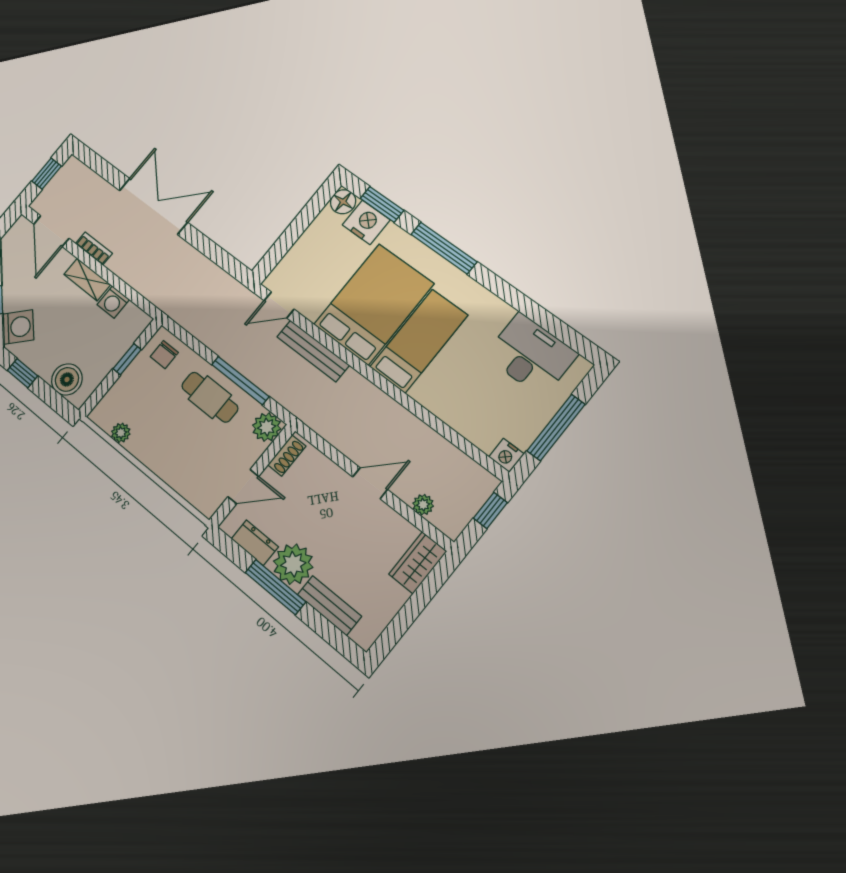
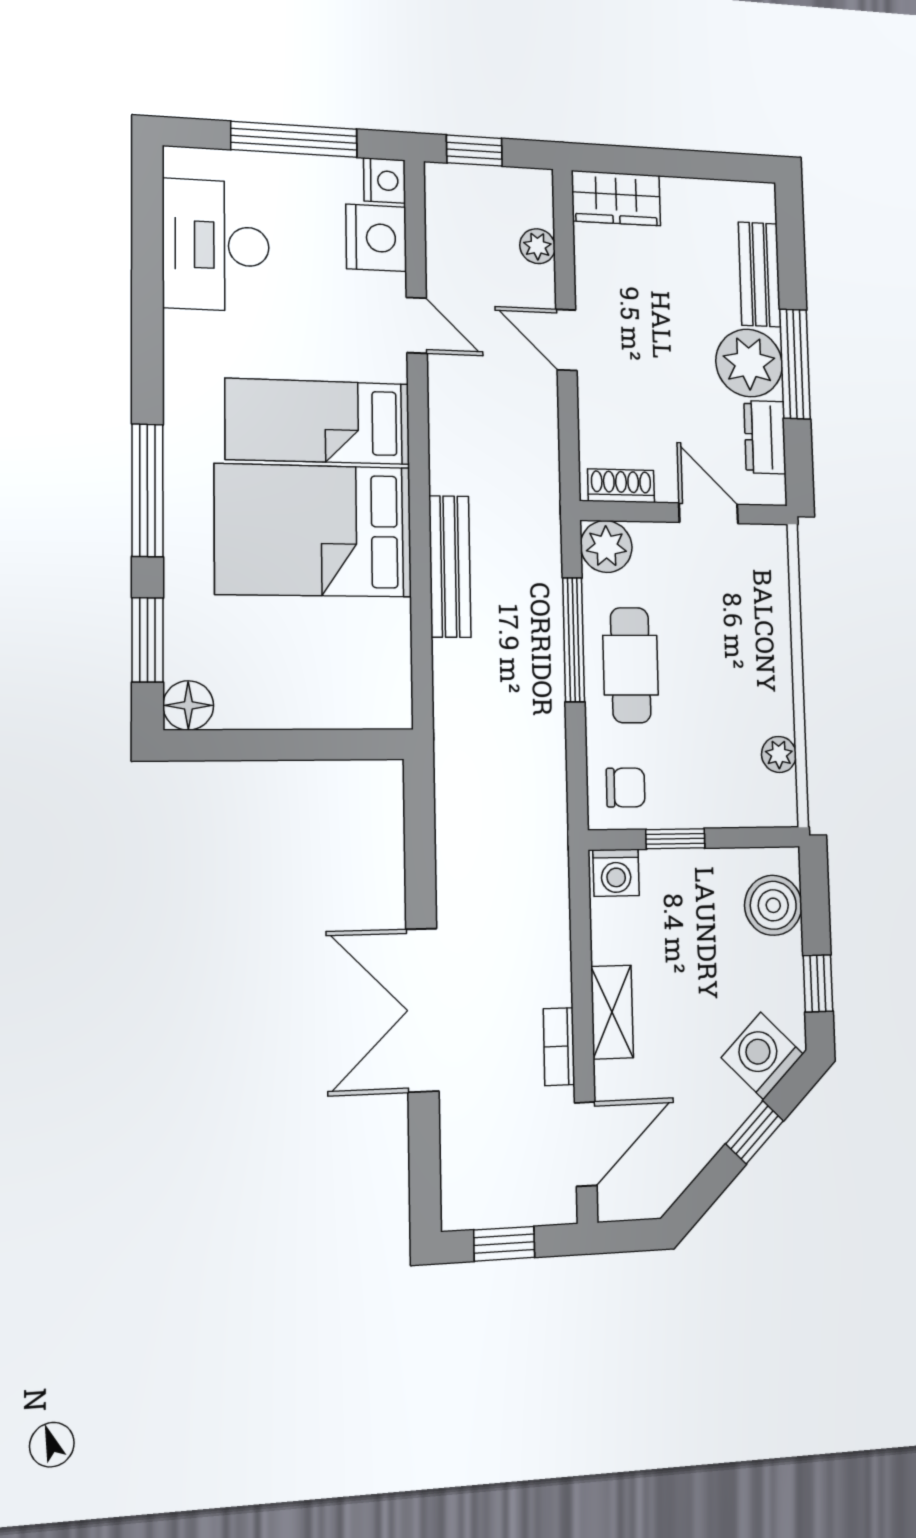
nightstand: (366, 222) -> (376, 238), moved, turned 180
washing machine: (113, 302) -> (616, 873), moved, turned 90
door: (279, 305) -> (417, 325), moved

